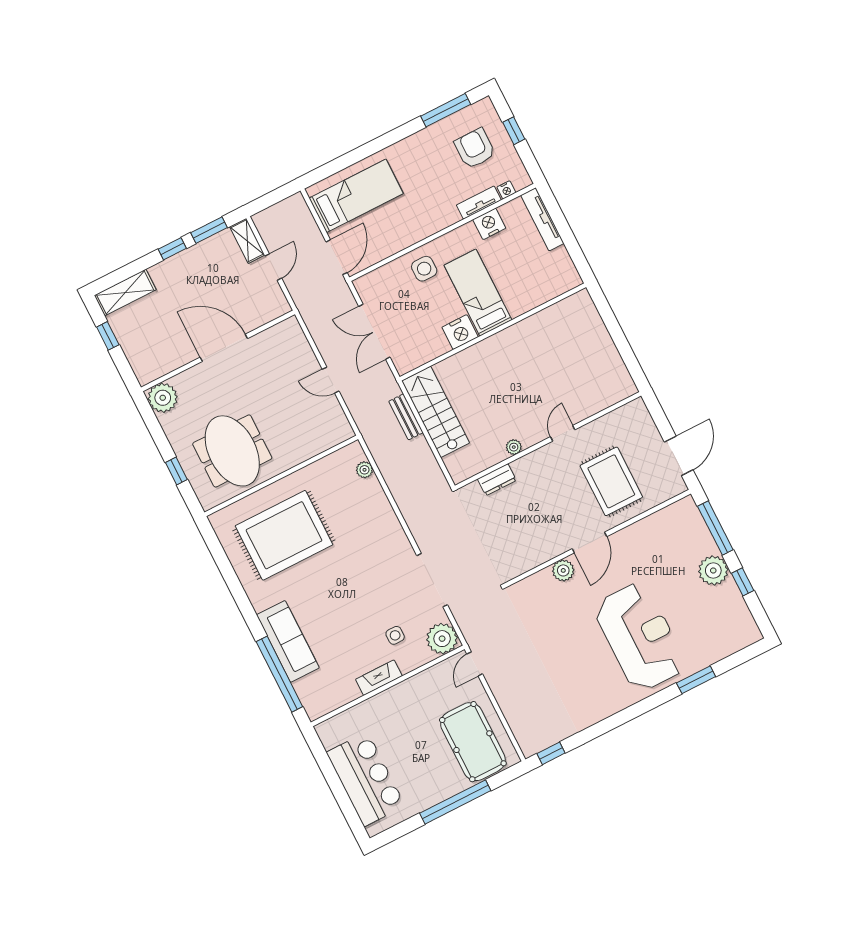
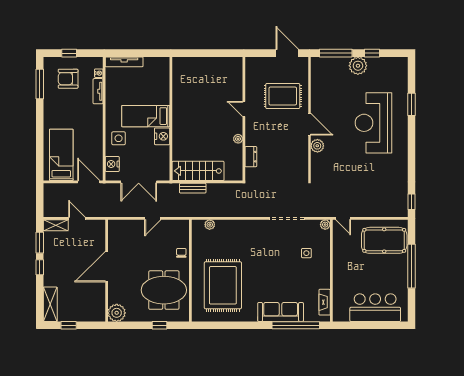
nightstand: (489, 224) -> (112, 164), moved
chair: (301, 449) -> (181, 253), added
reception desk: (640, 637) -> (373, 123), turned -90
plant: (442, 639) -> (325, 225), width x0.53, depth x0.53
fireplace: (379, 678) -> (325, 302), moved

